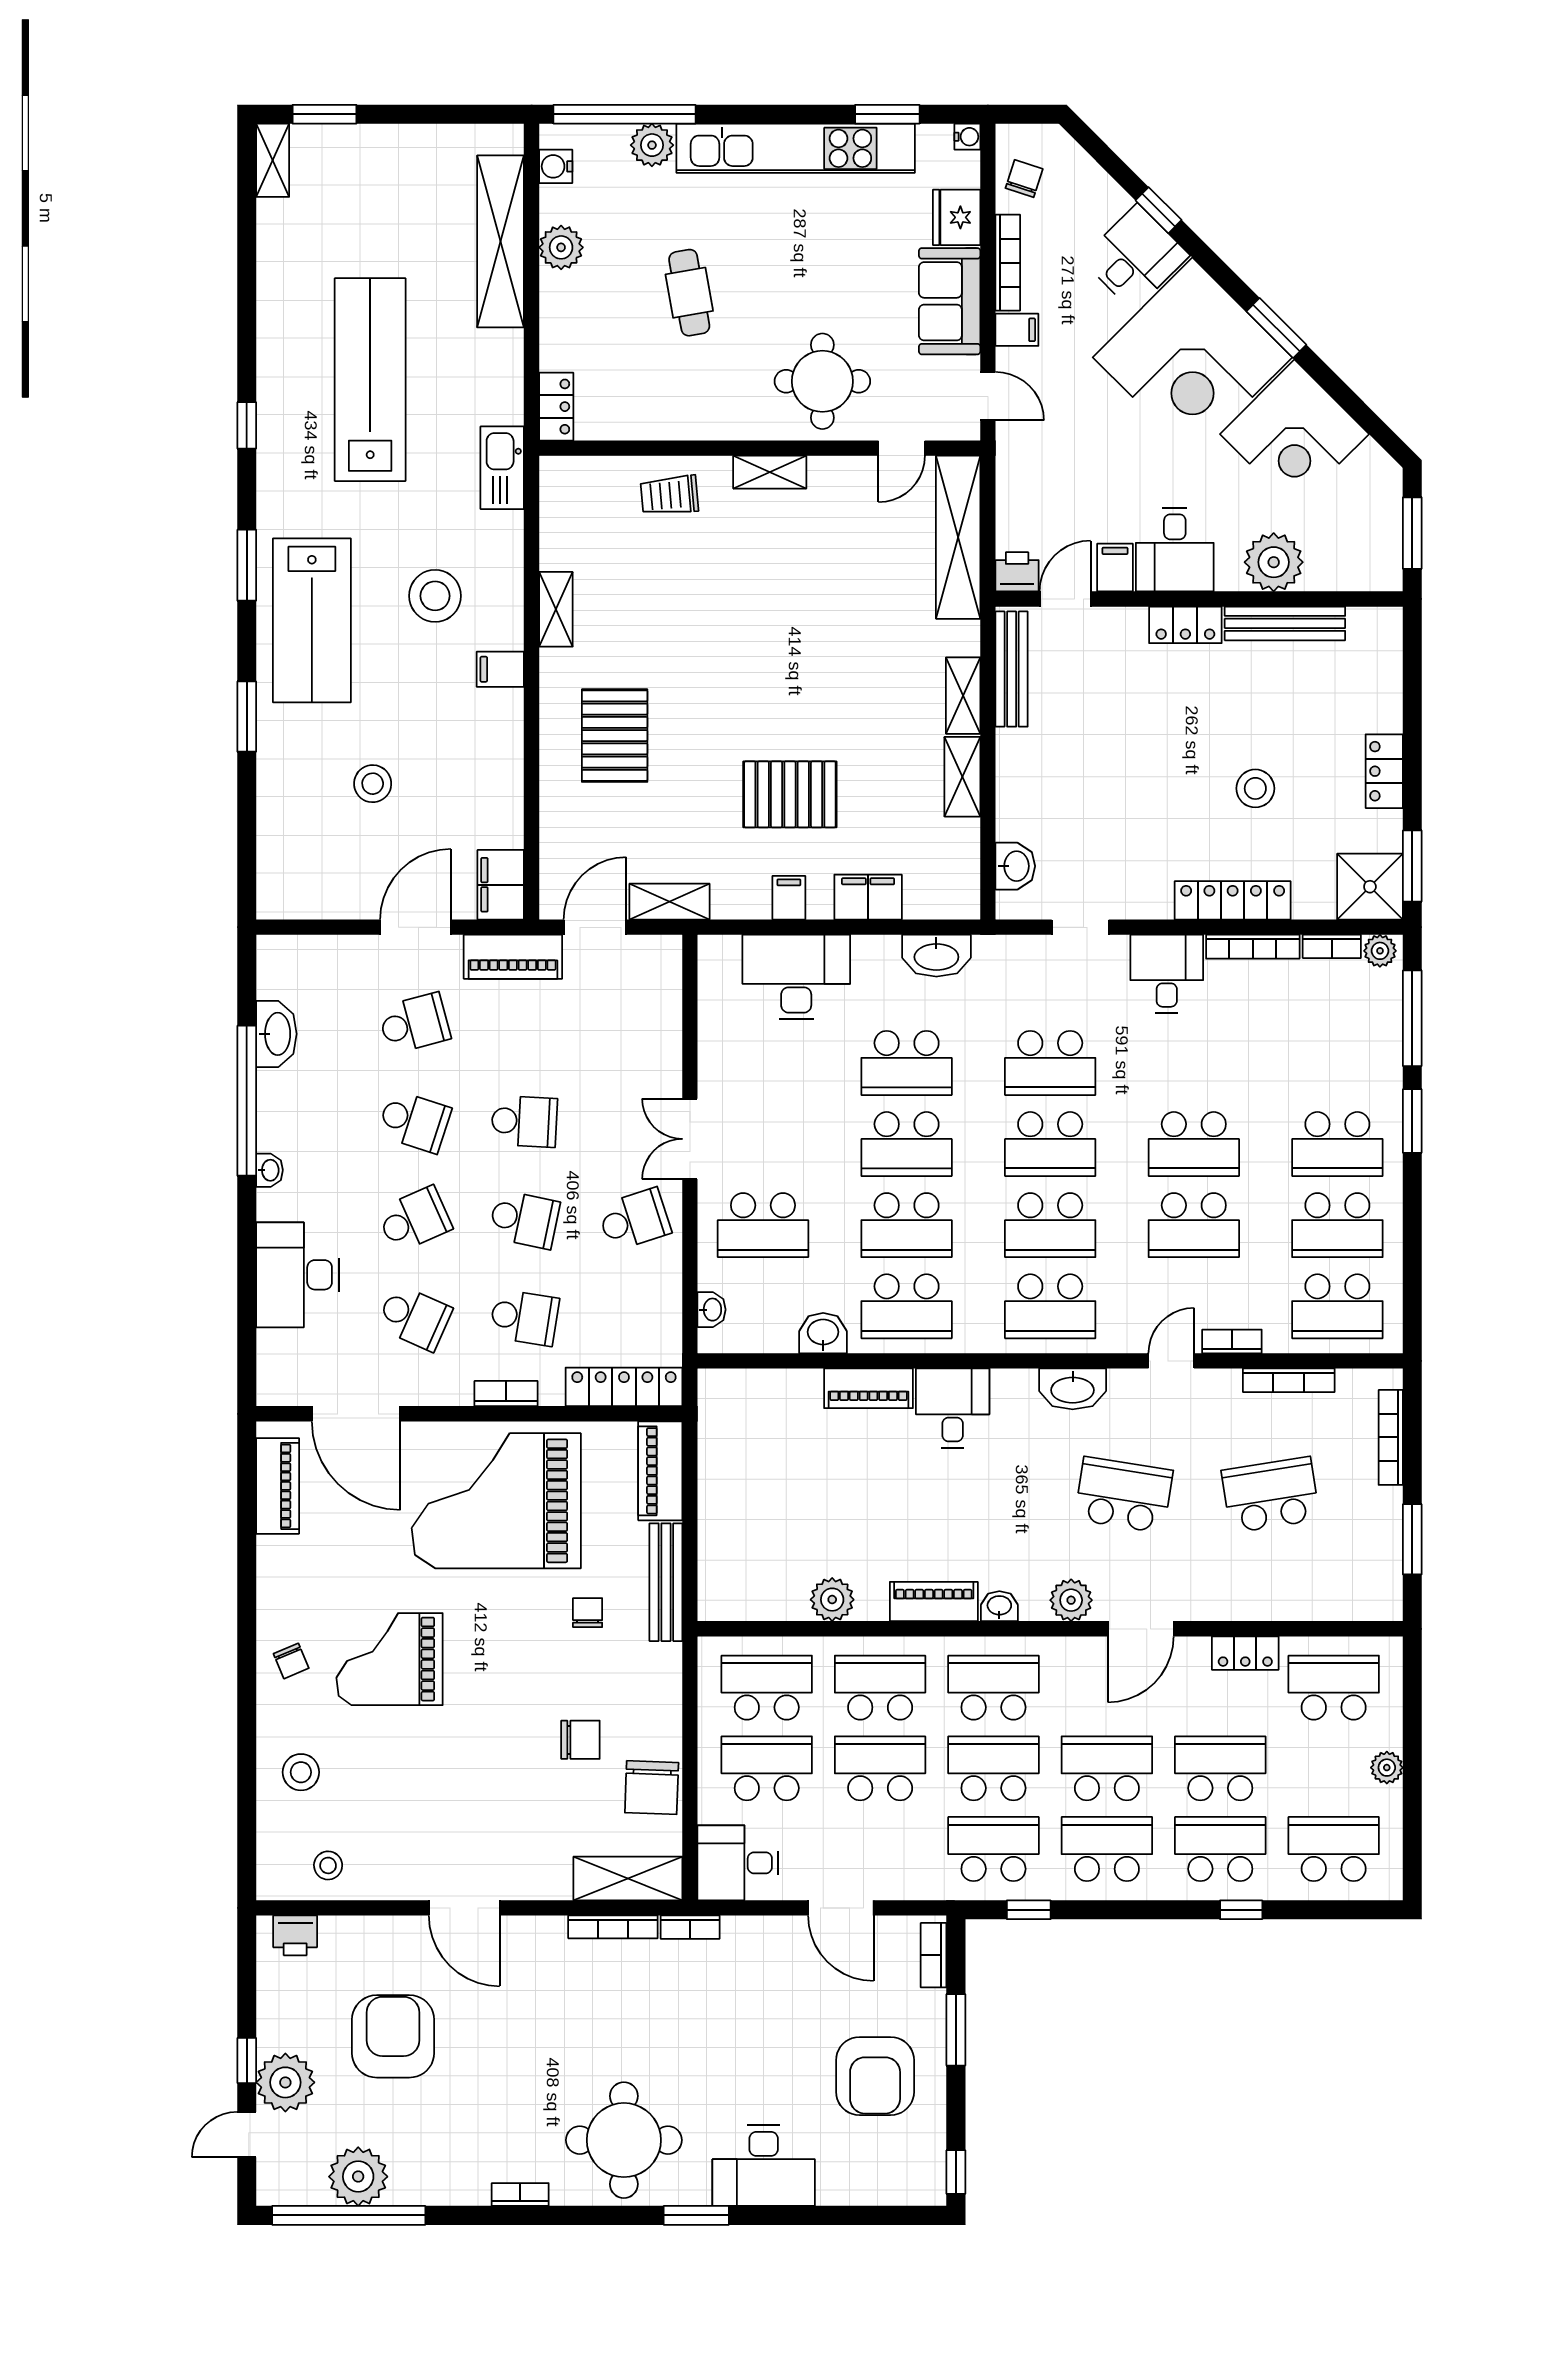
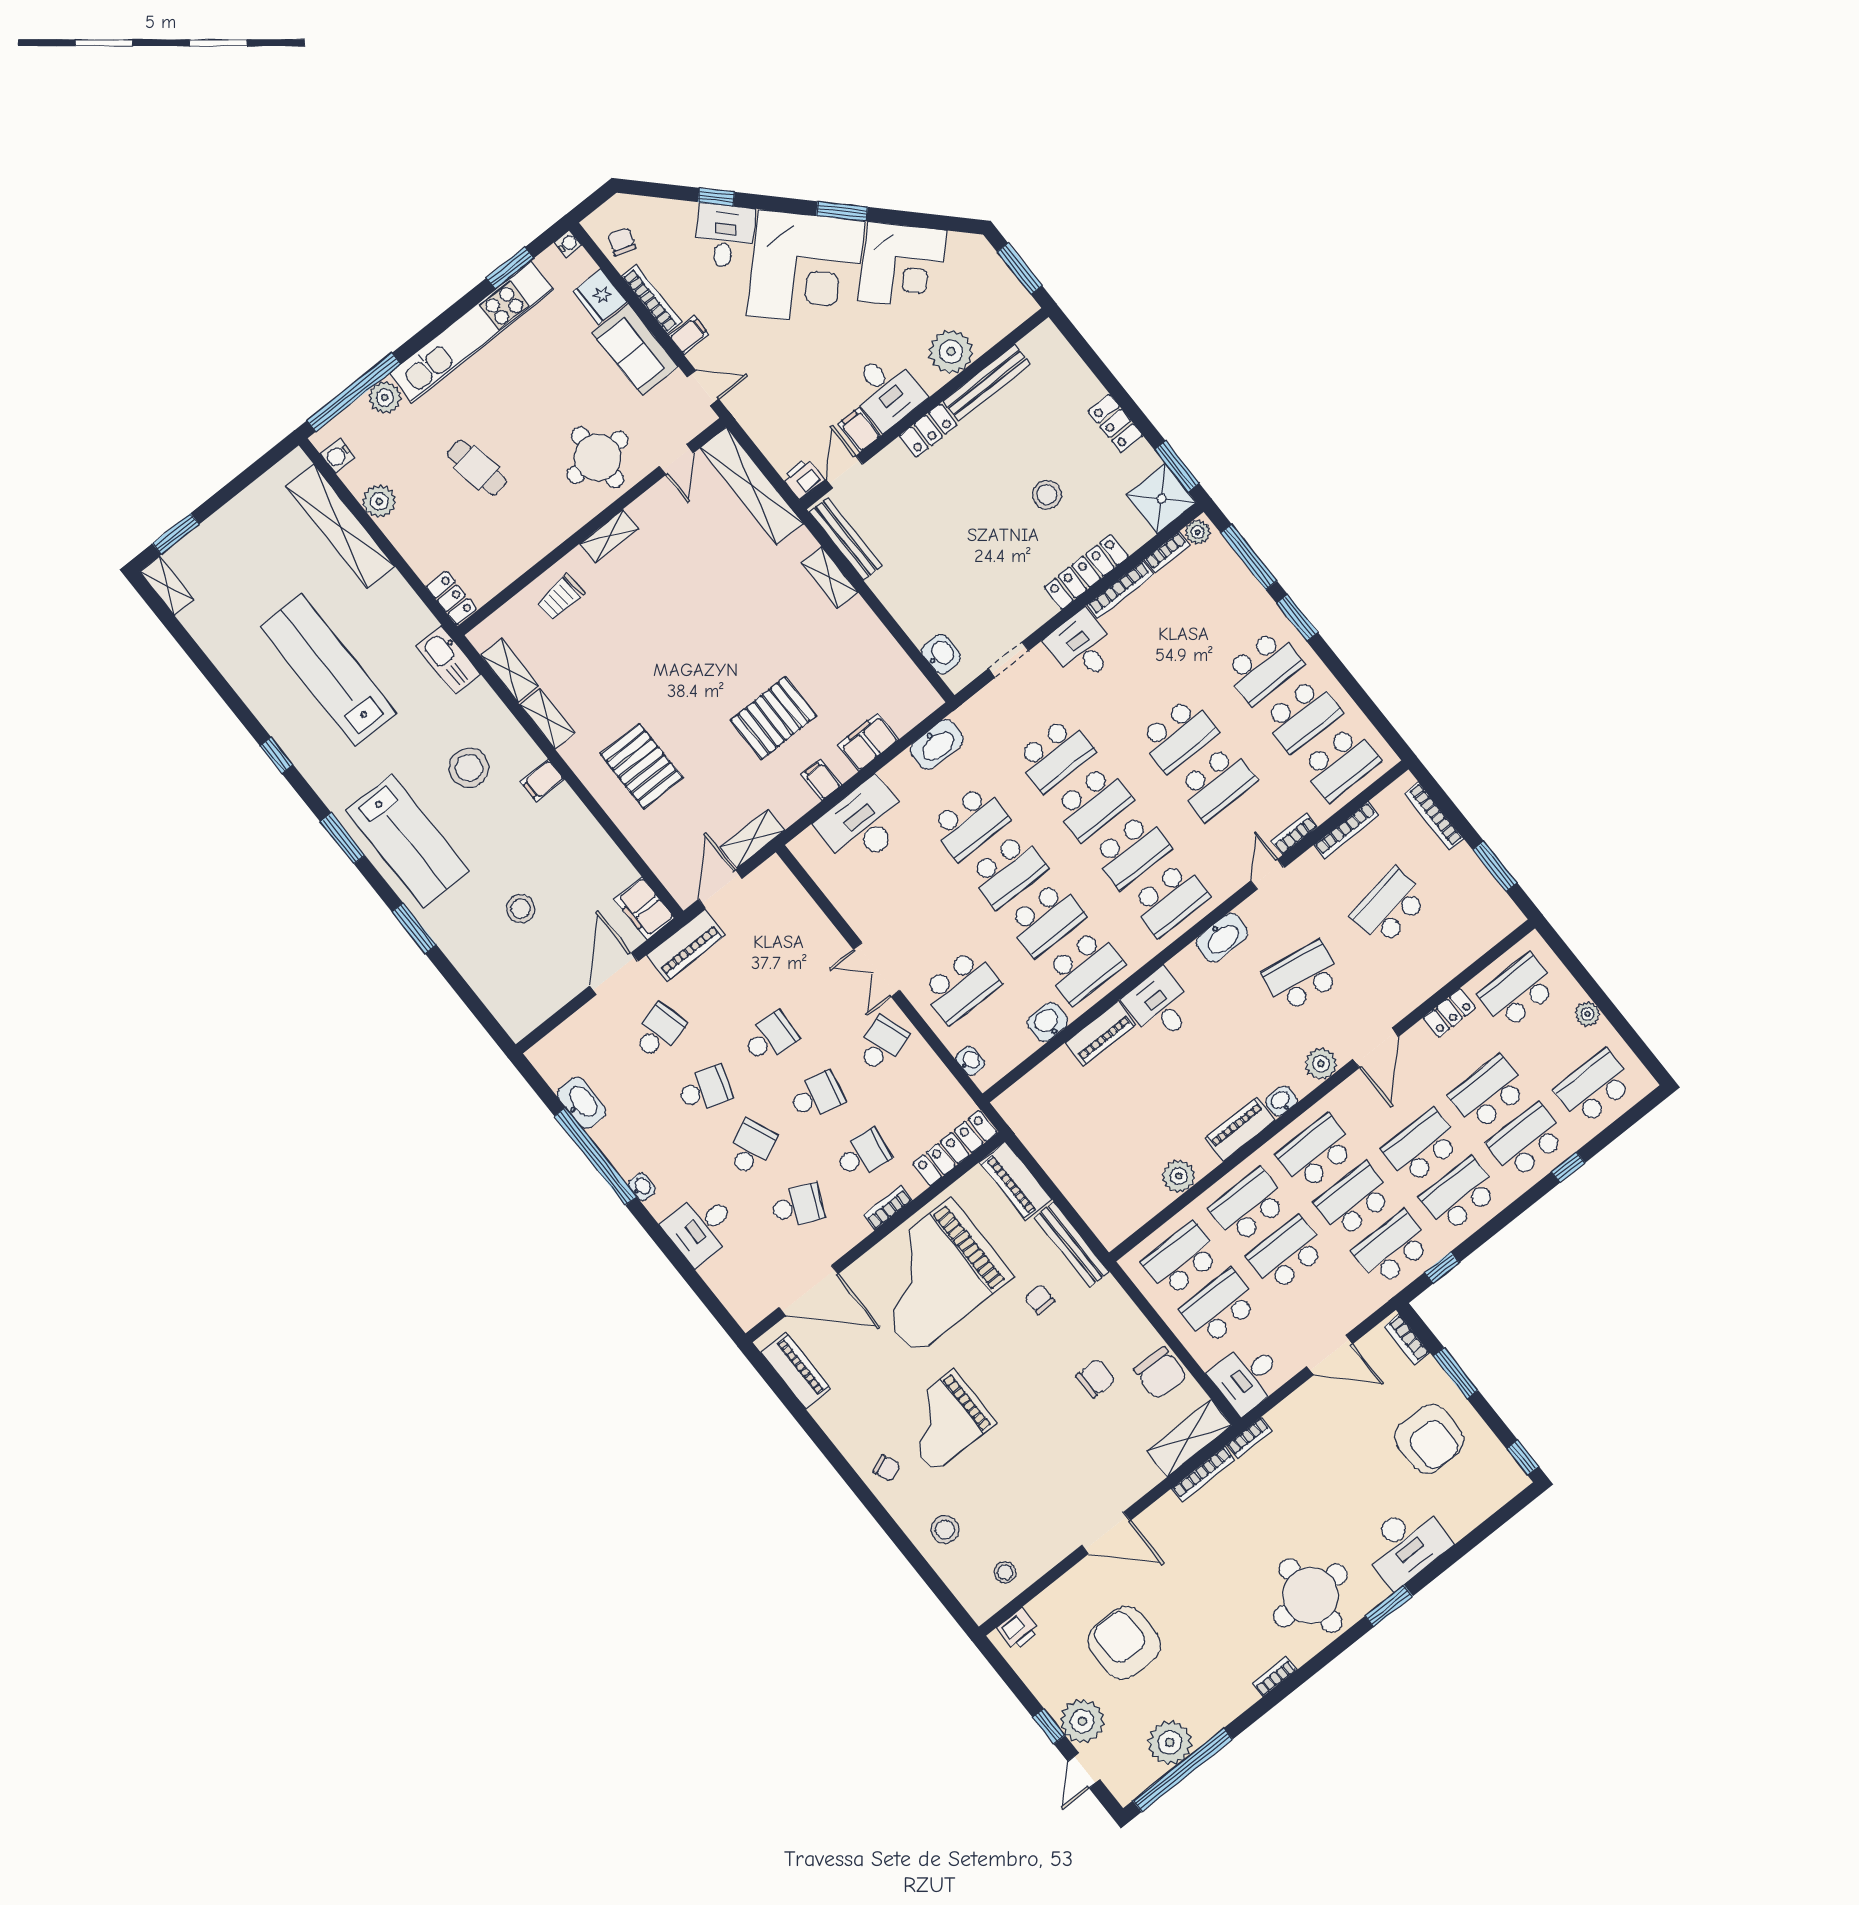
shelving: (962, 777) -> (510, 670), moved
desk: (297, 1275) -> (701, 1227), width x0.73

